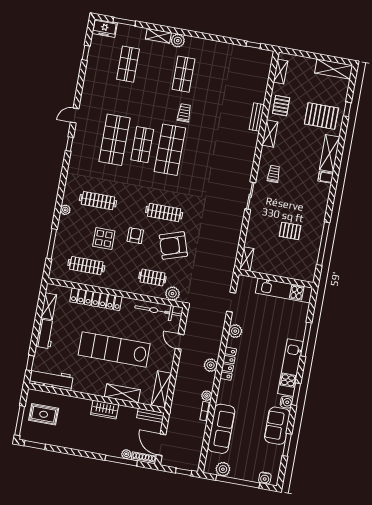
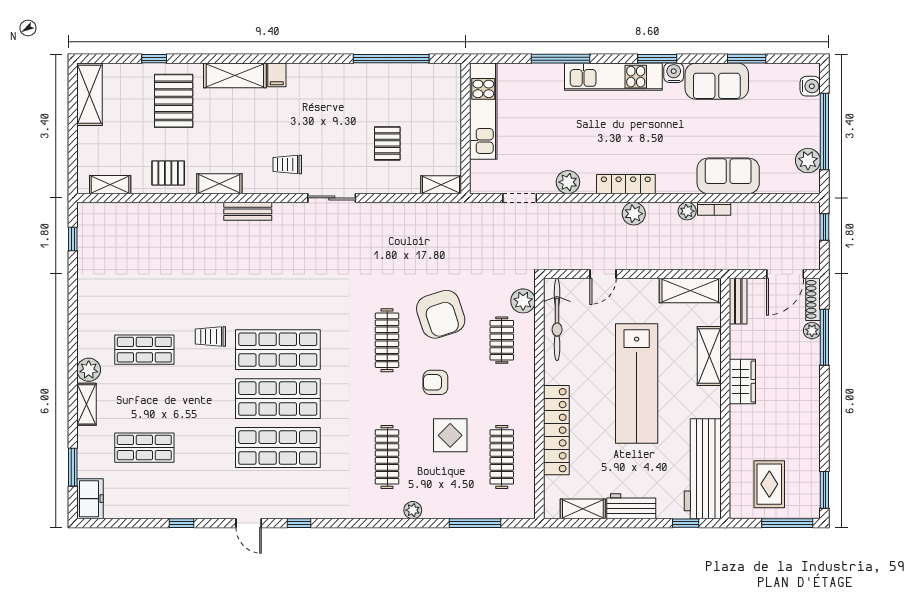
window: (86, 53) -> (182, 523), moved
bench: (257, 117) -> (248, 211), moved
shop shelf: (142, 145) -> (278, 399), width x1.43, depth x1.36
pallet: (290, 231) -> (387, 143), moved
workbench: (51, 379) -> (703, 469), width x1.36, depth x1.32
sofa: (221, 429) -> (728, 176), width x0.73

